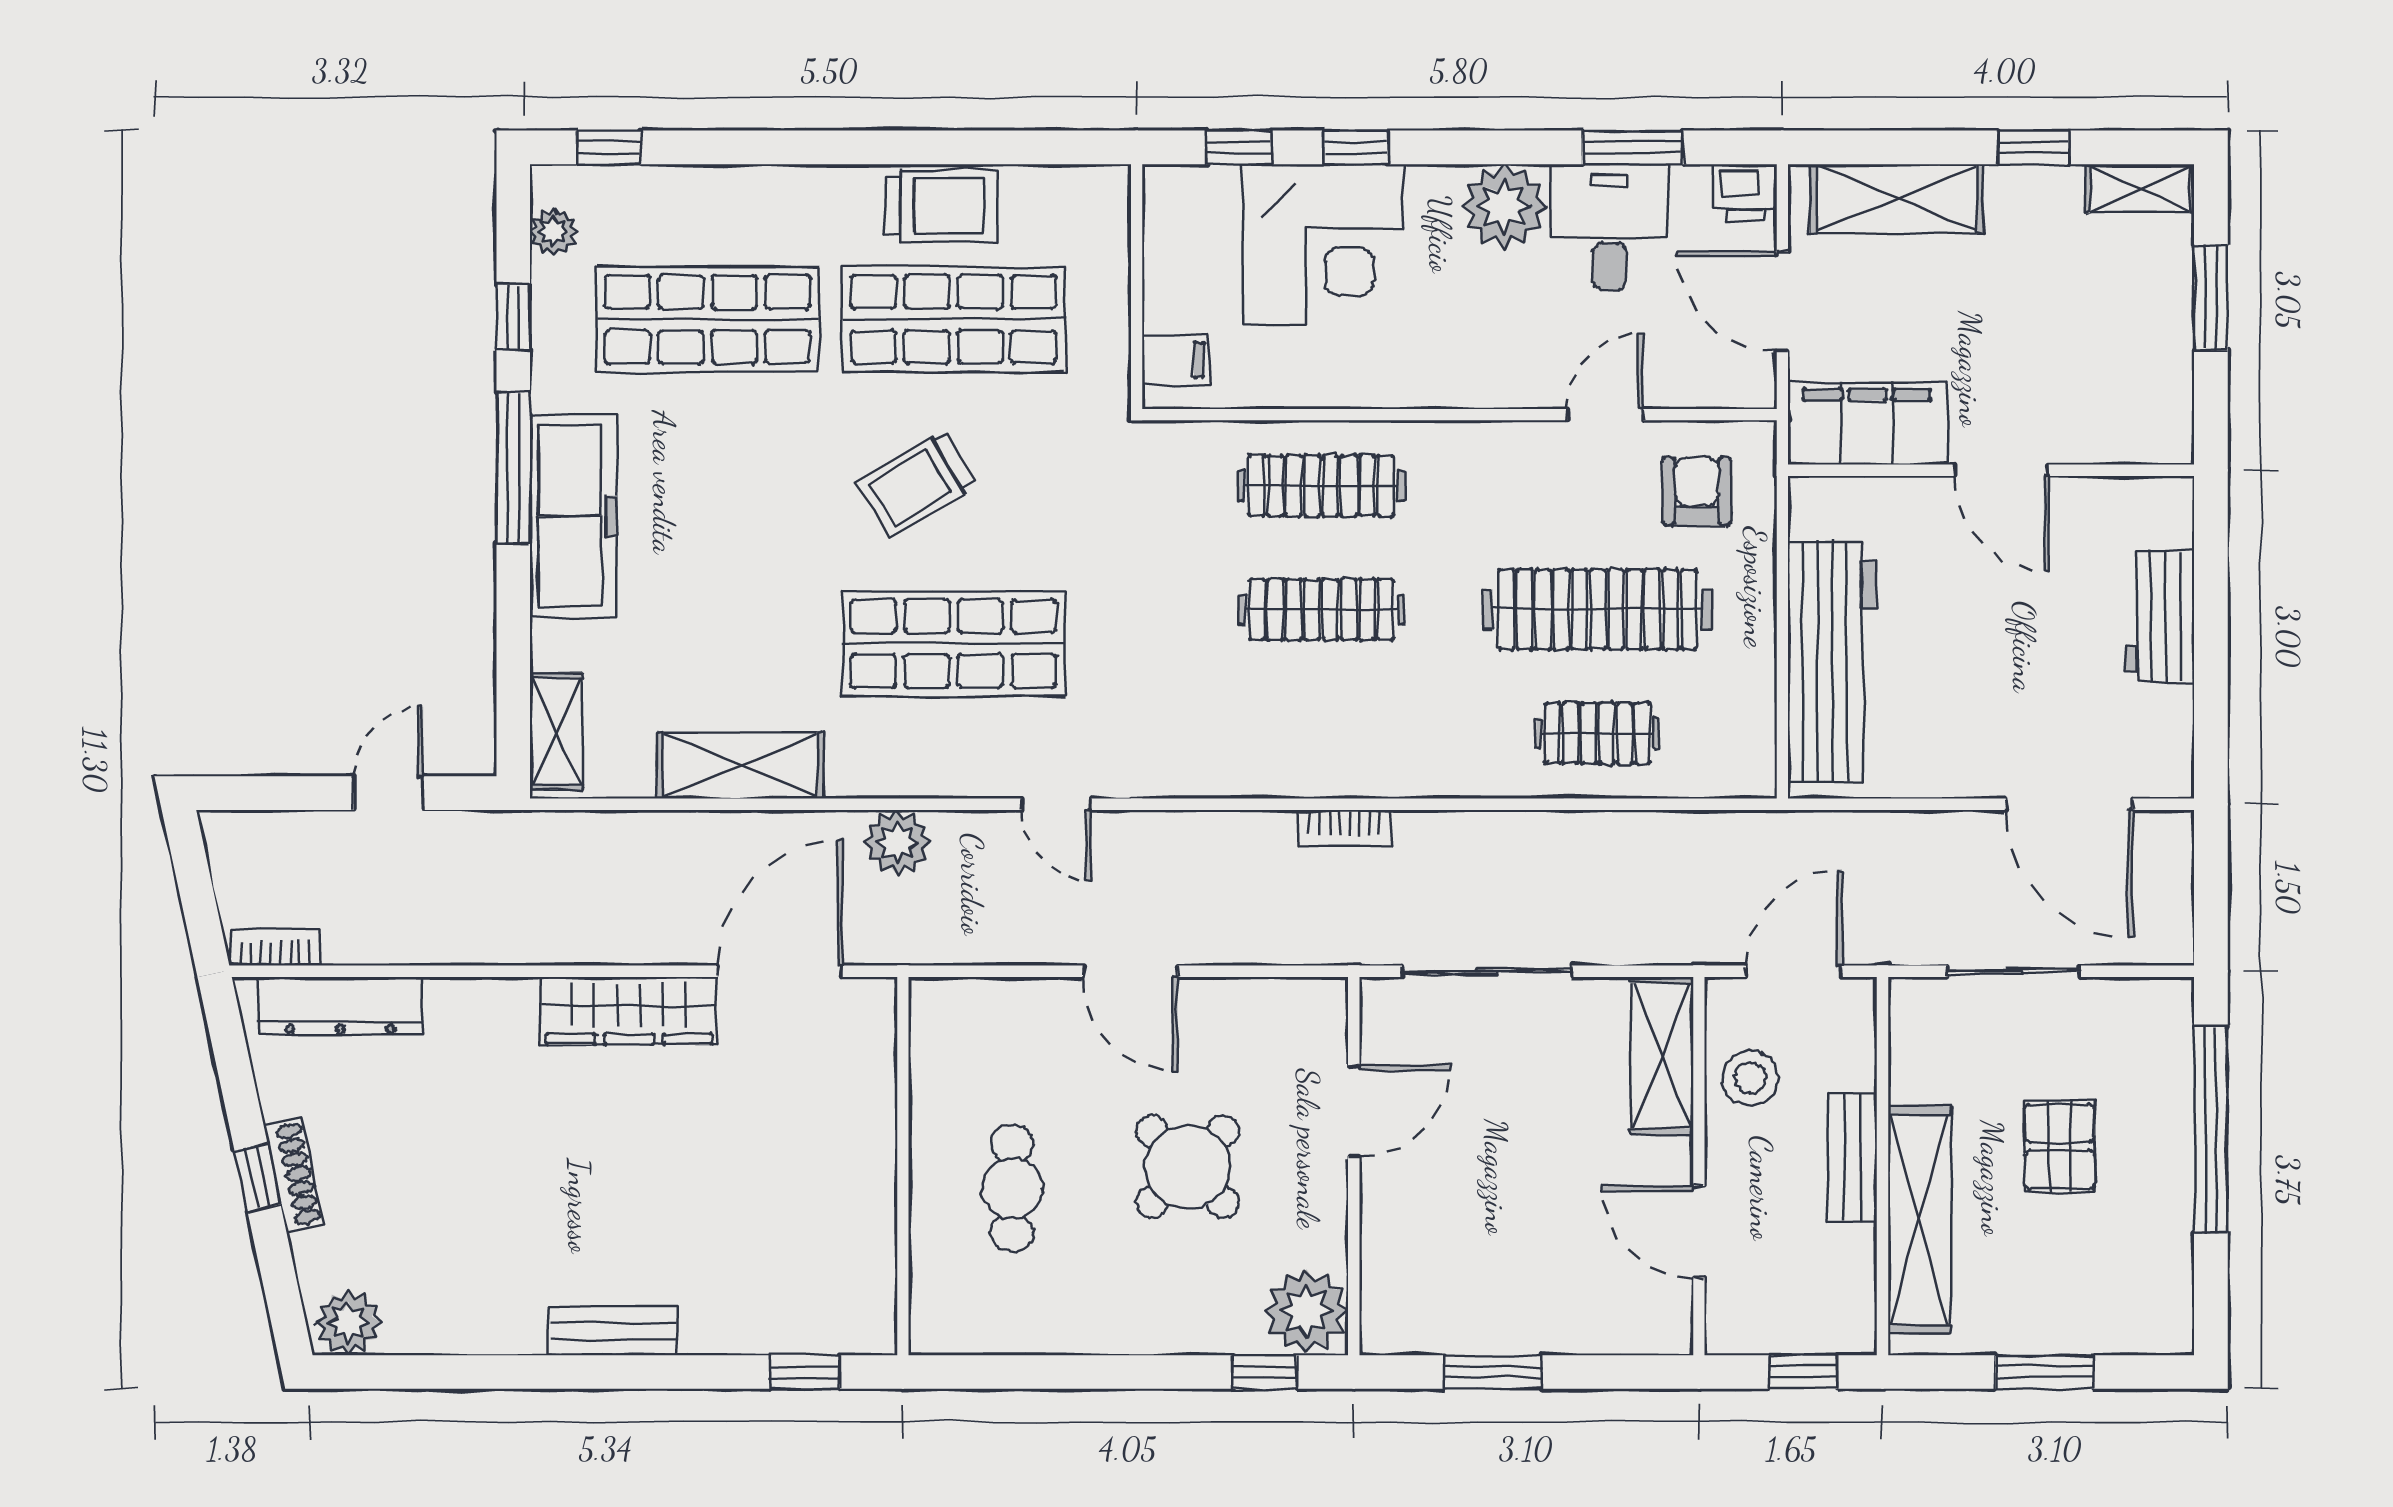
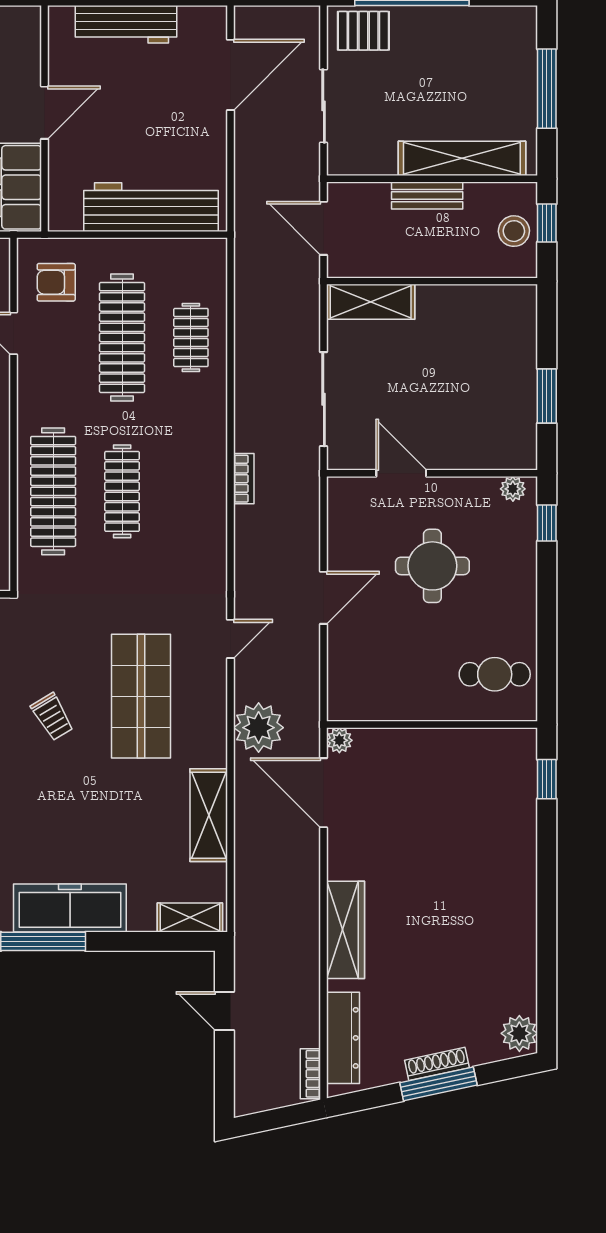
trolley: (917, 484) -> (52, 717), width x0.73, depth x0.72
clothes rail: (1321, 486) -> (53, 491), width x1.37, depth x1.31
workbench: (2160, 616) -> (126, 24), width x1.38
plant: (897, 843) -> (259, 728), width x1.36, depth x1.36
plant: (874, 1000) -> (339, 740), added
wardrobe: (629, 1011) -> (345, 930), moved
stool: (1750, 1078) -> (514, 231), moved
pallet: (2059, 1147) -> (363, 31), moved
round table: (1187, 1167) -> (432, 566), turned 45
window: (257, 1178) -> (438, 1084), width x2.17
cafe table: (1012, 1188) -> (495, 674), moved
door: (1699, 1232) -> (469, 281), removed
plant: (1306, 1311) -> (513, 489), width x0.53, depth x0.53
bench: (612, 1331) -> (524, 886), removed
window: (2044, 1372) -> (547, 89), width x1.44

